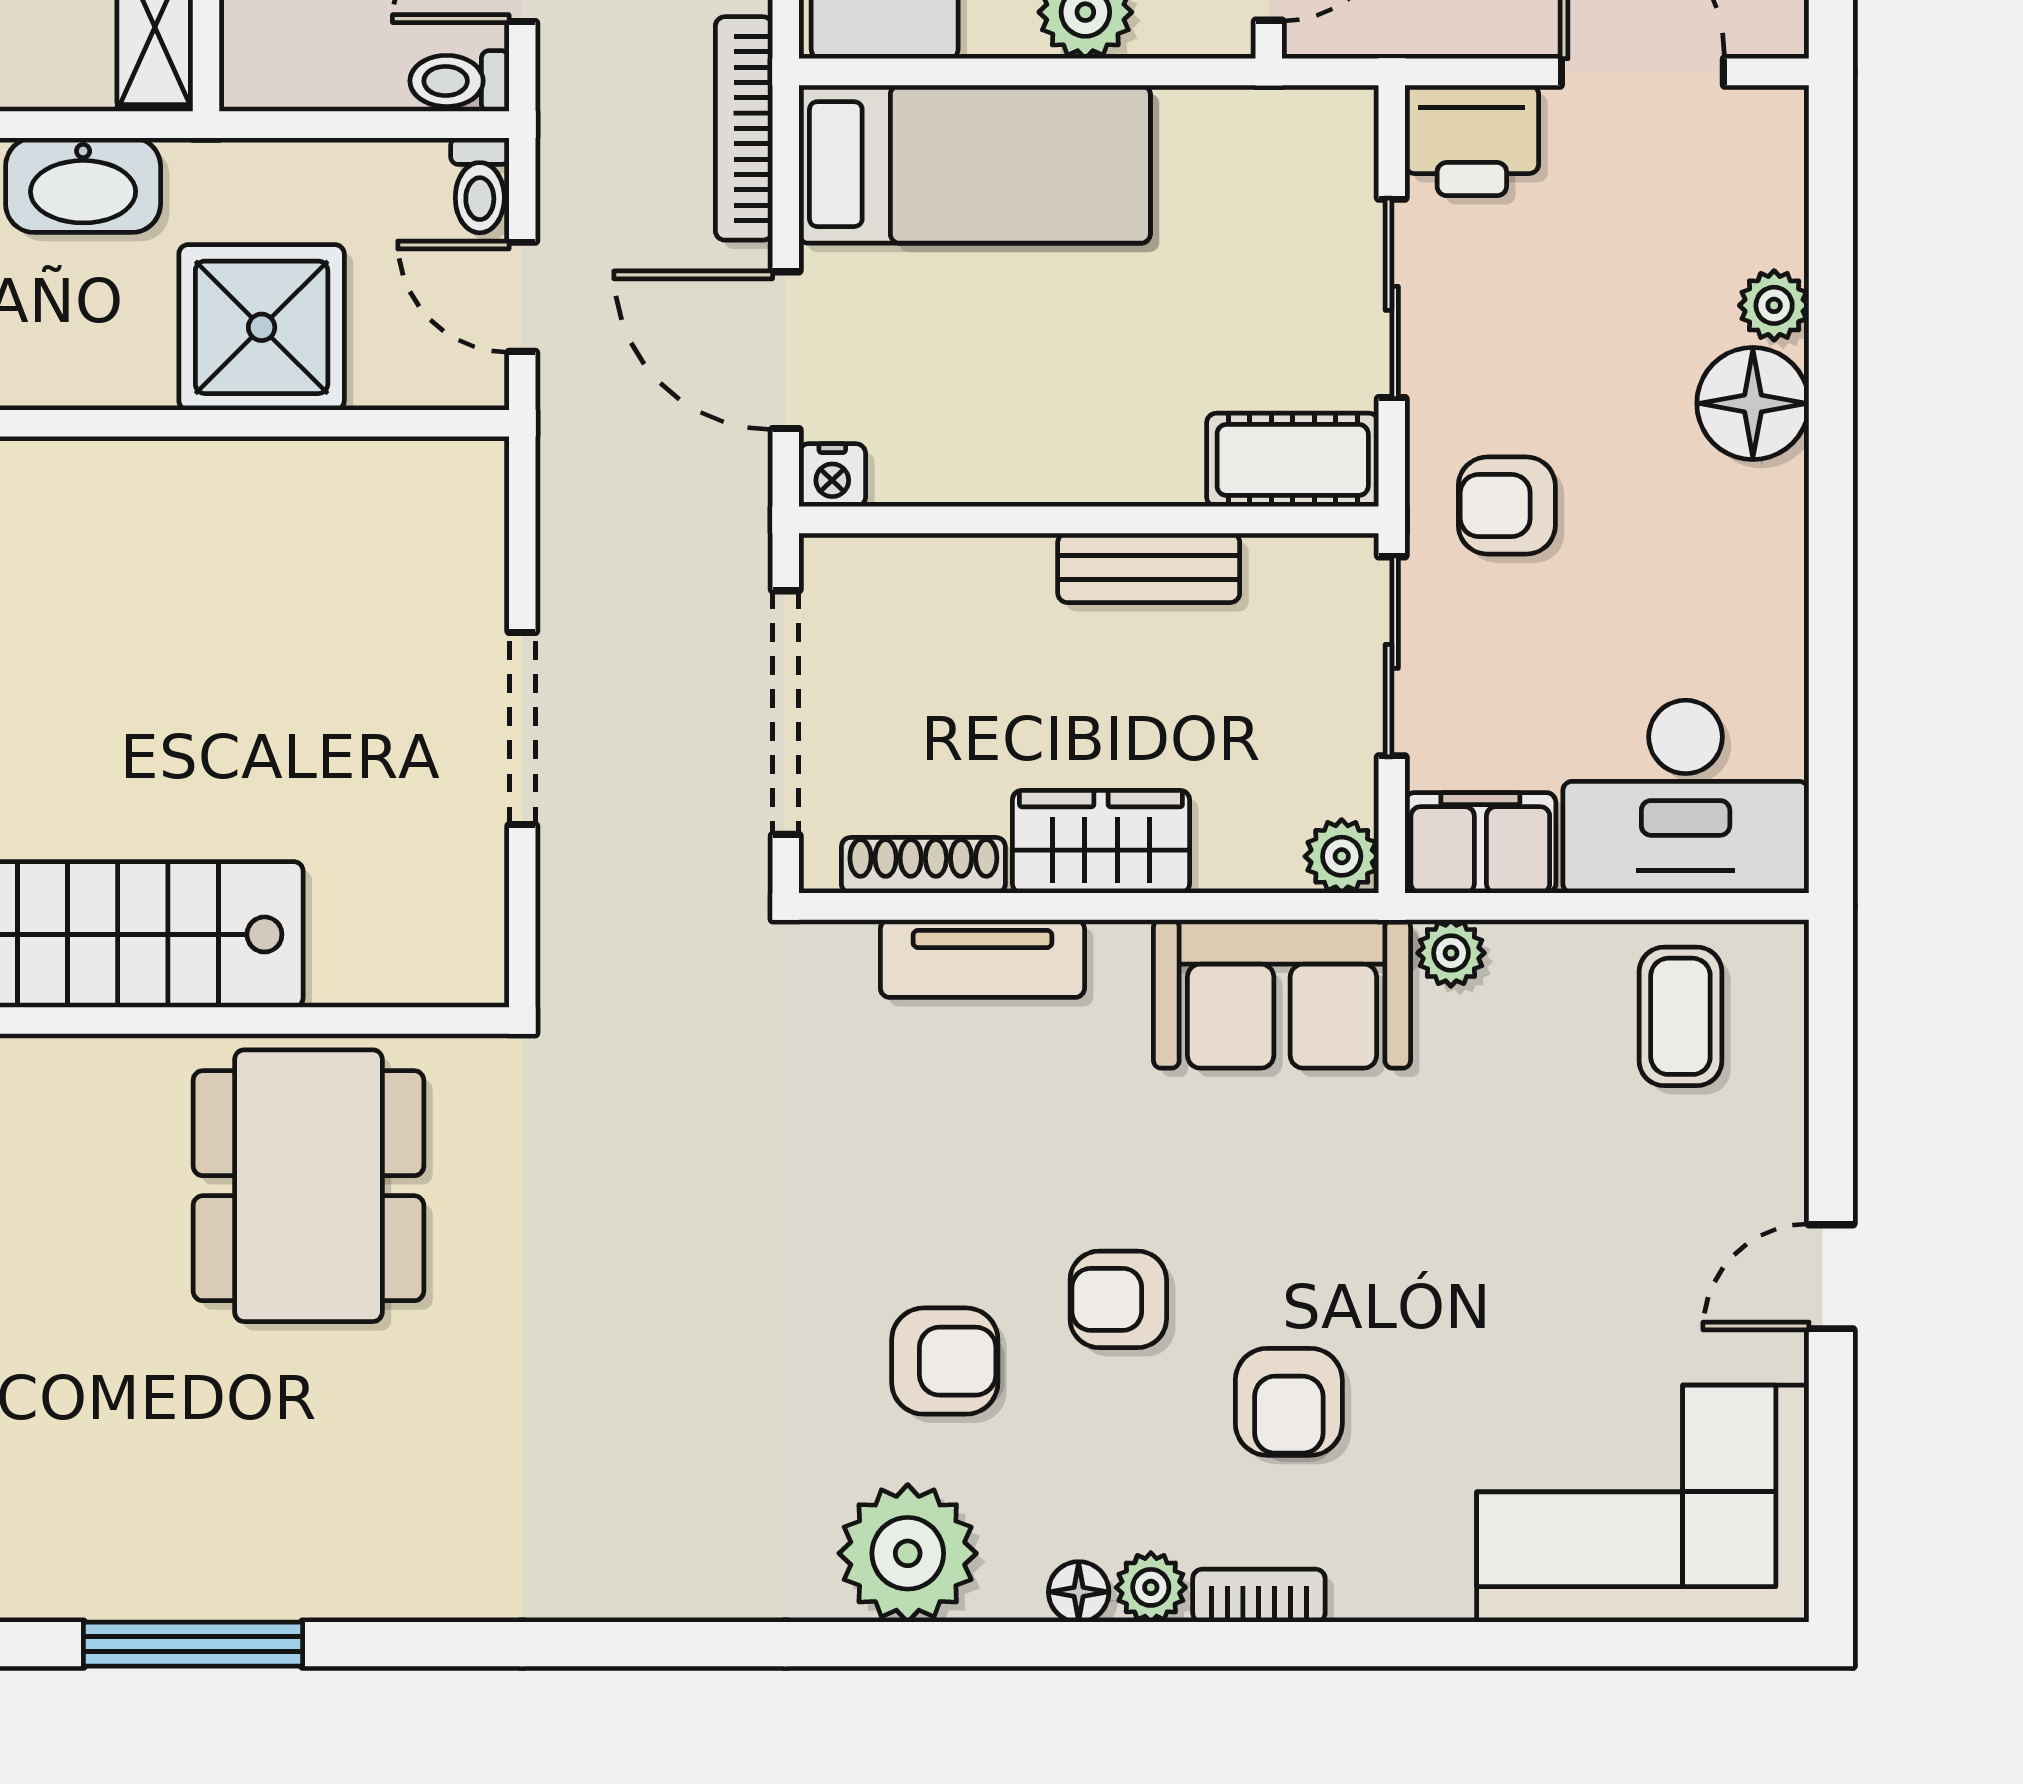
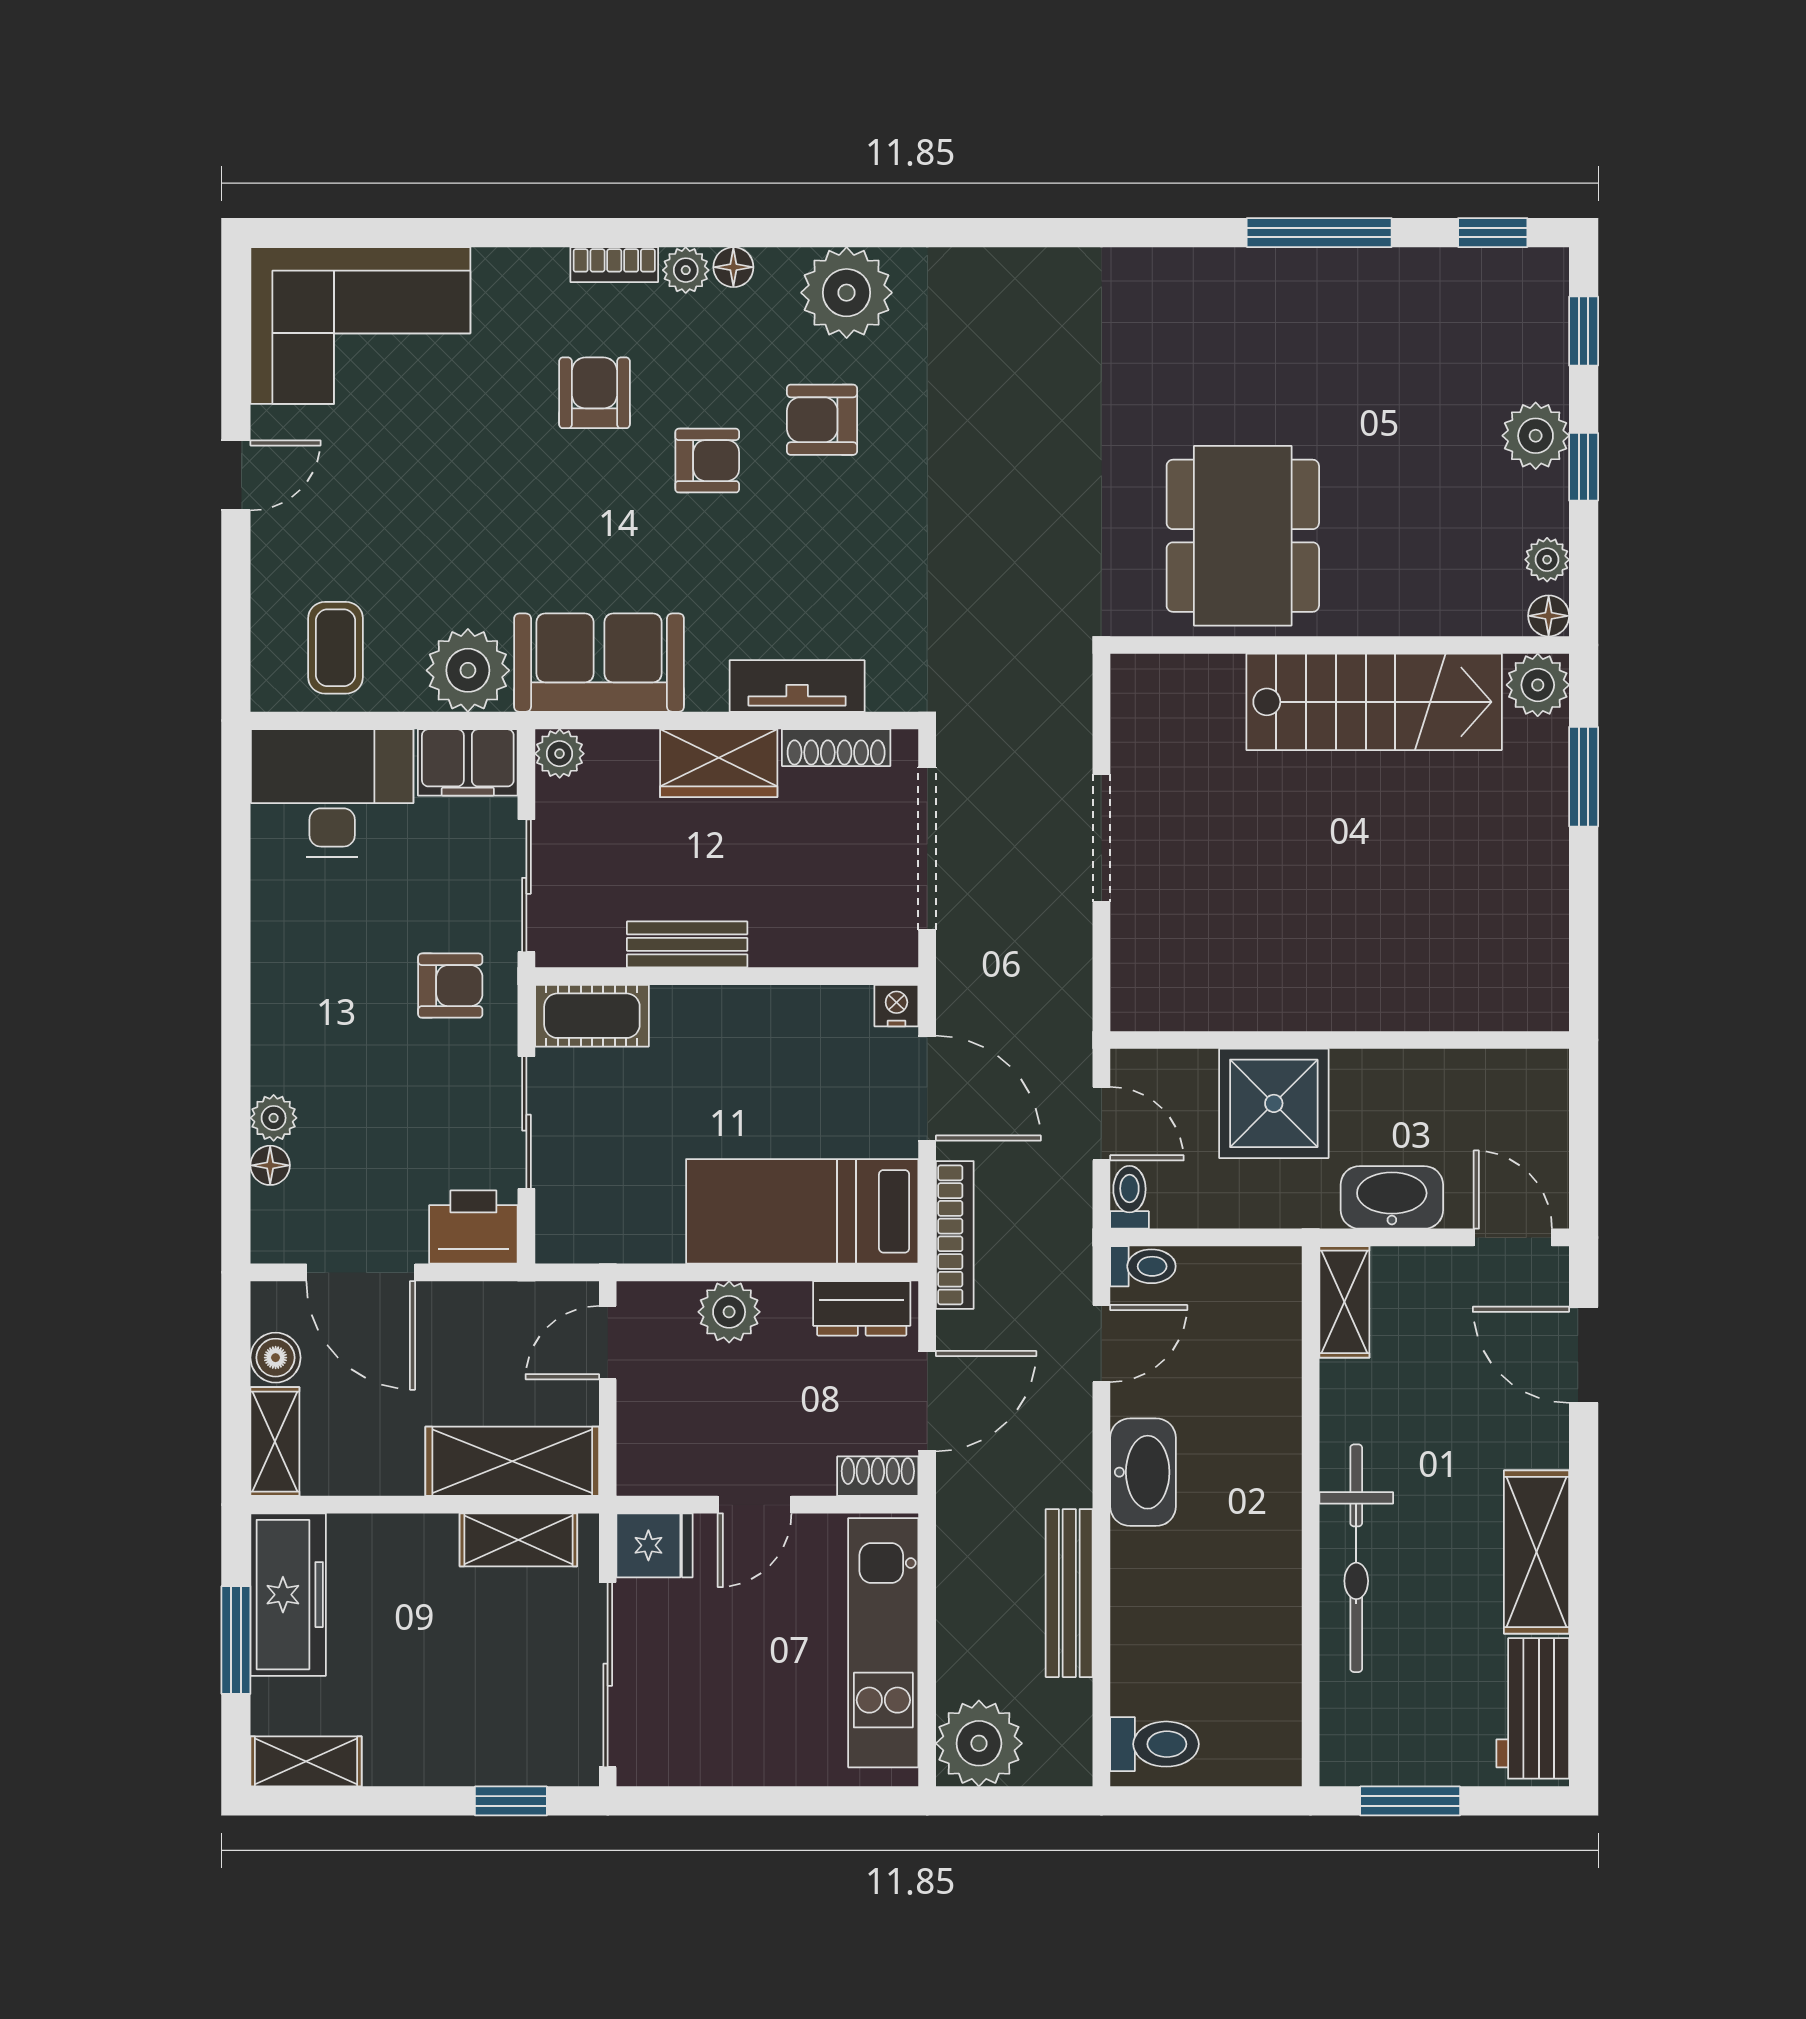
floor lamp: (1753, 403) -> (270, 1165), moved, width x0.53, depth x0.53
plant: (1451, 953) -> (468, 670), width x1.88, depth x1.88

